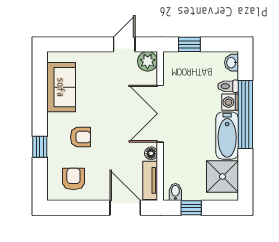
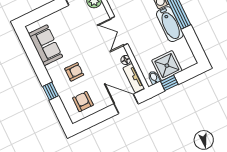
double door: (160, 114) -> (119, 31), width x0.73
shower: (223, 177) -> (167, 66), moved

